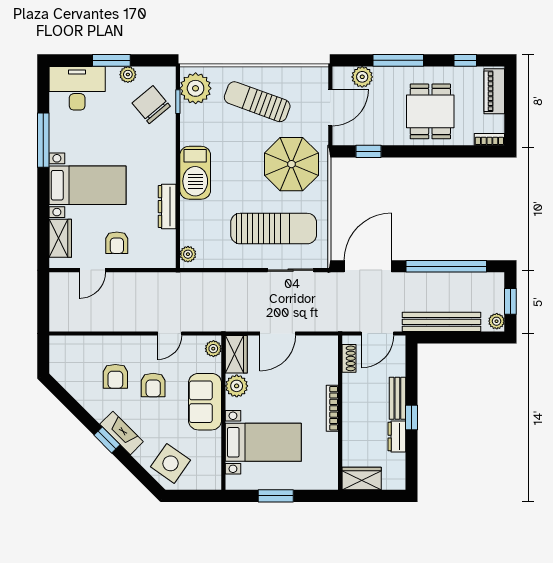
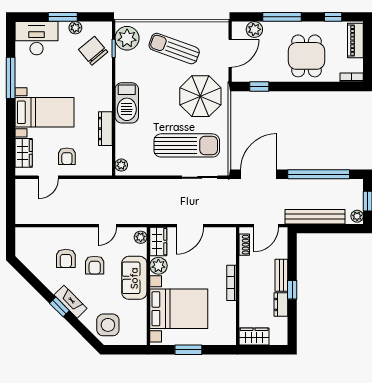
bed with nightstands: (263, 442) -> (179, 309), width x1.36
side table: (171, 463) -> (108, 325), turned -35

